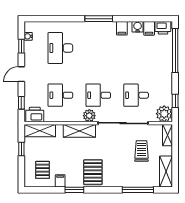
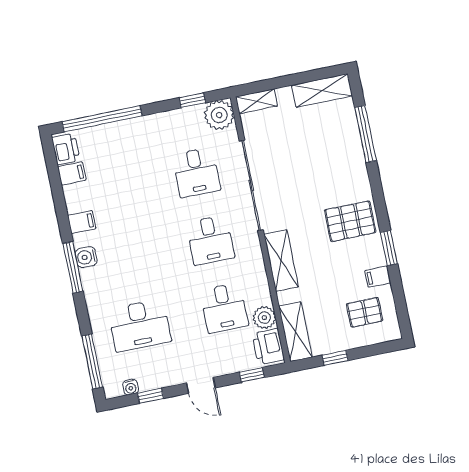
window: (46, 19) -> (92, 361), added
water cooler: (138, 27) -> (86, 257), moved
plant: (89, 116) -> (264, 318), moved
trolley: (141, 151) -> (294, 142), removed

